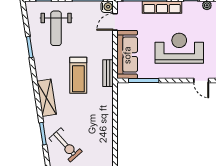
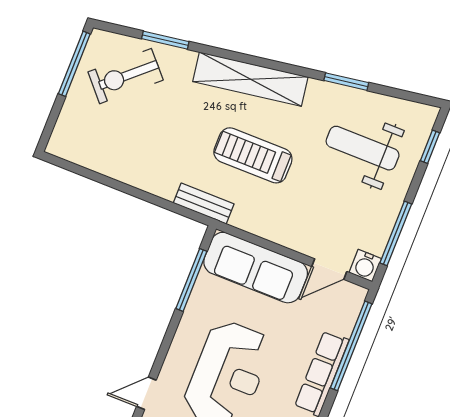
door: (115, 22) -> (329, 269), swing flipped
bench: (108, 73) -> (204, 203), moved
shelving: (47, 98) -> (250, 79), width x1.47

